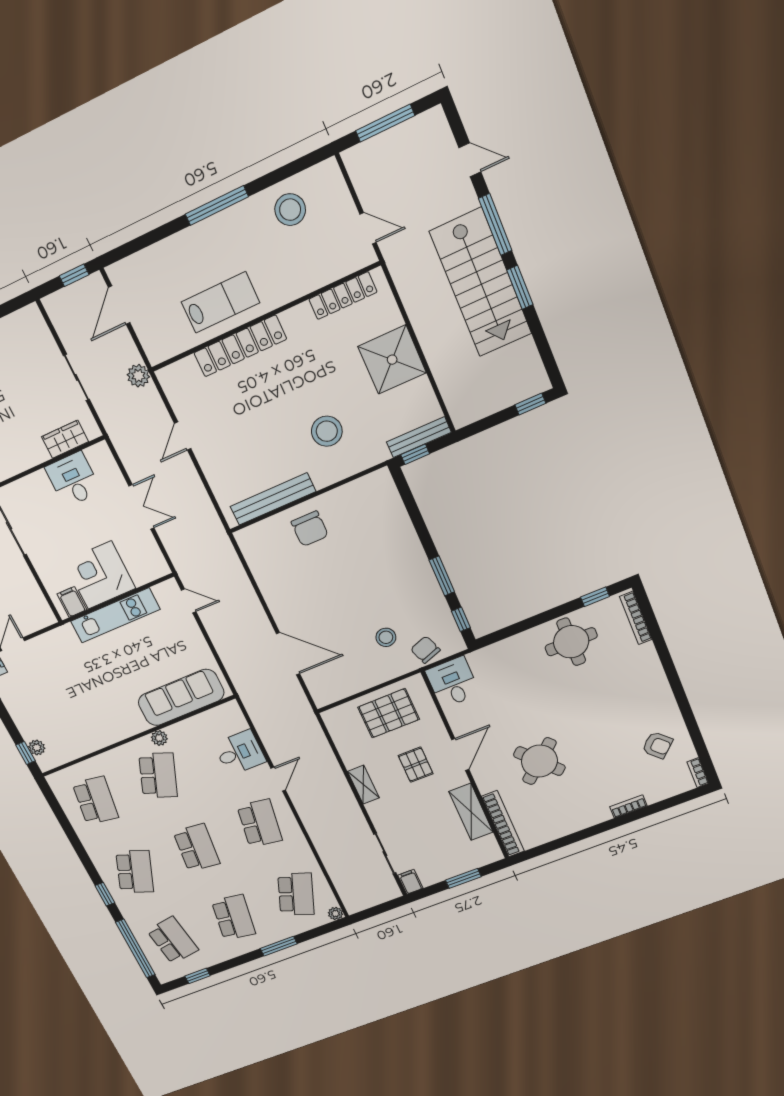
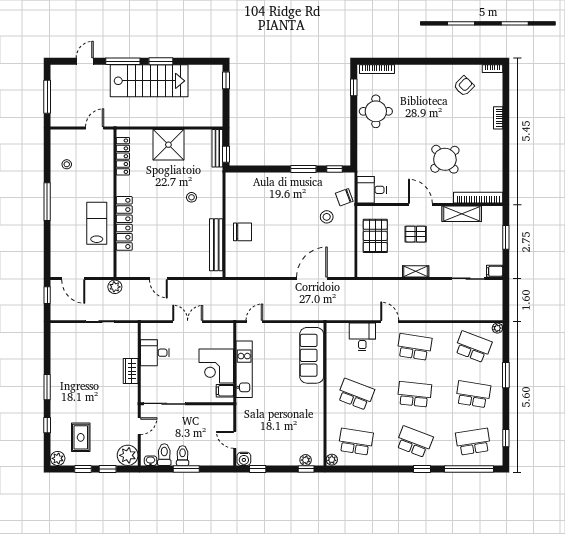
stool: (290, 210) -> (67, 164), width x0.53, depth x0.53
stool: (327, 431) -> (191, 197), width x0.53, depth x0.53
wardrobe: (65, 439) -> (131, 371), moved
plant: (159, 738) -> (332, 460), moved

